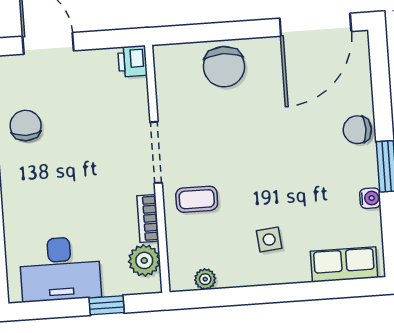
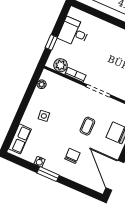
chair: (357, 130) -> (72, 156), moved
coffee table: (197, 199) -> (87, 126), moved
desk: (60, 269) -> (74, 32), width x0.73

